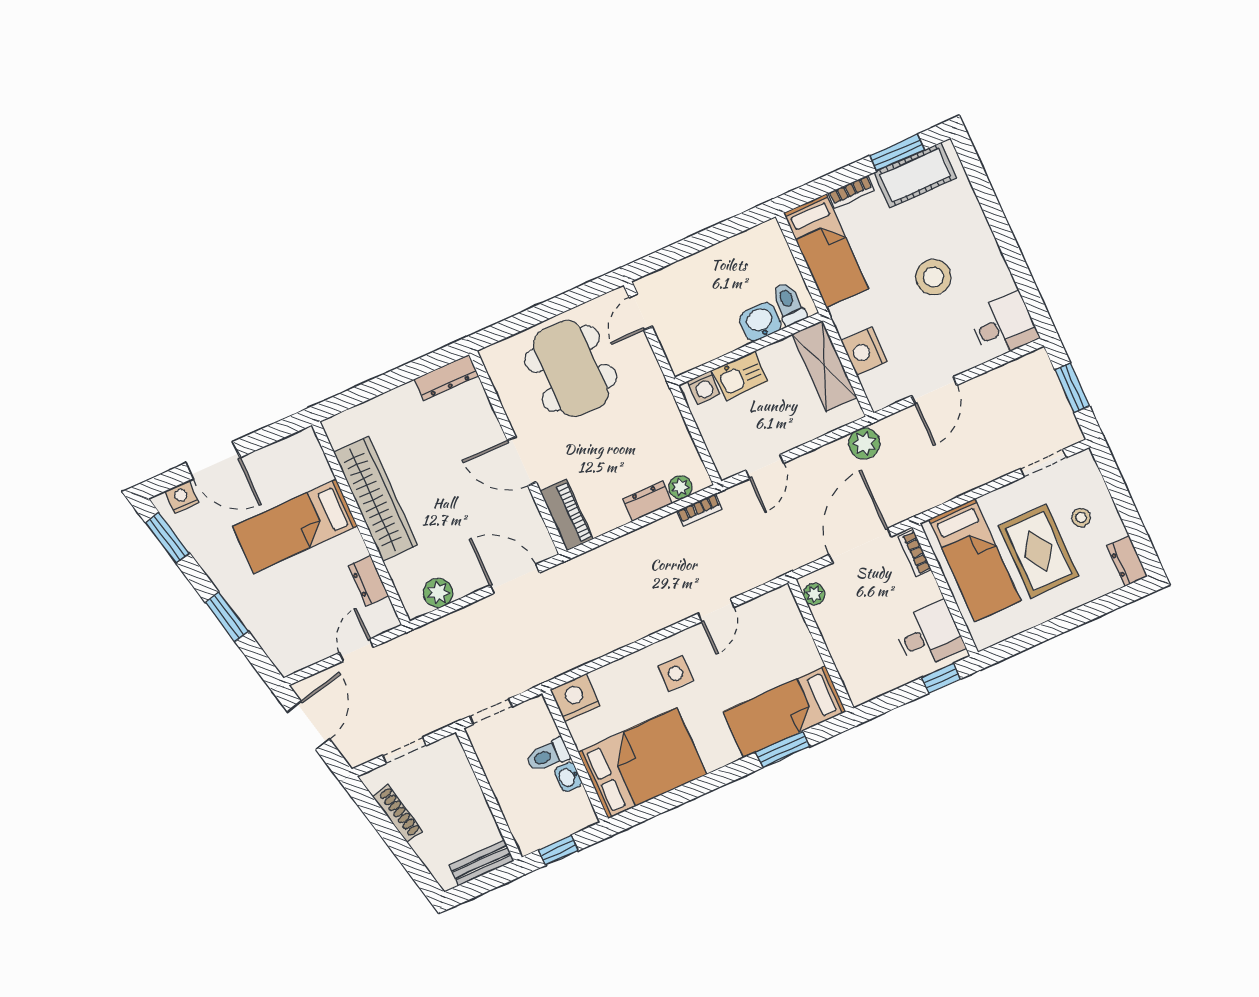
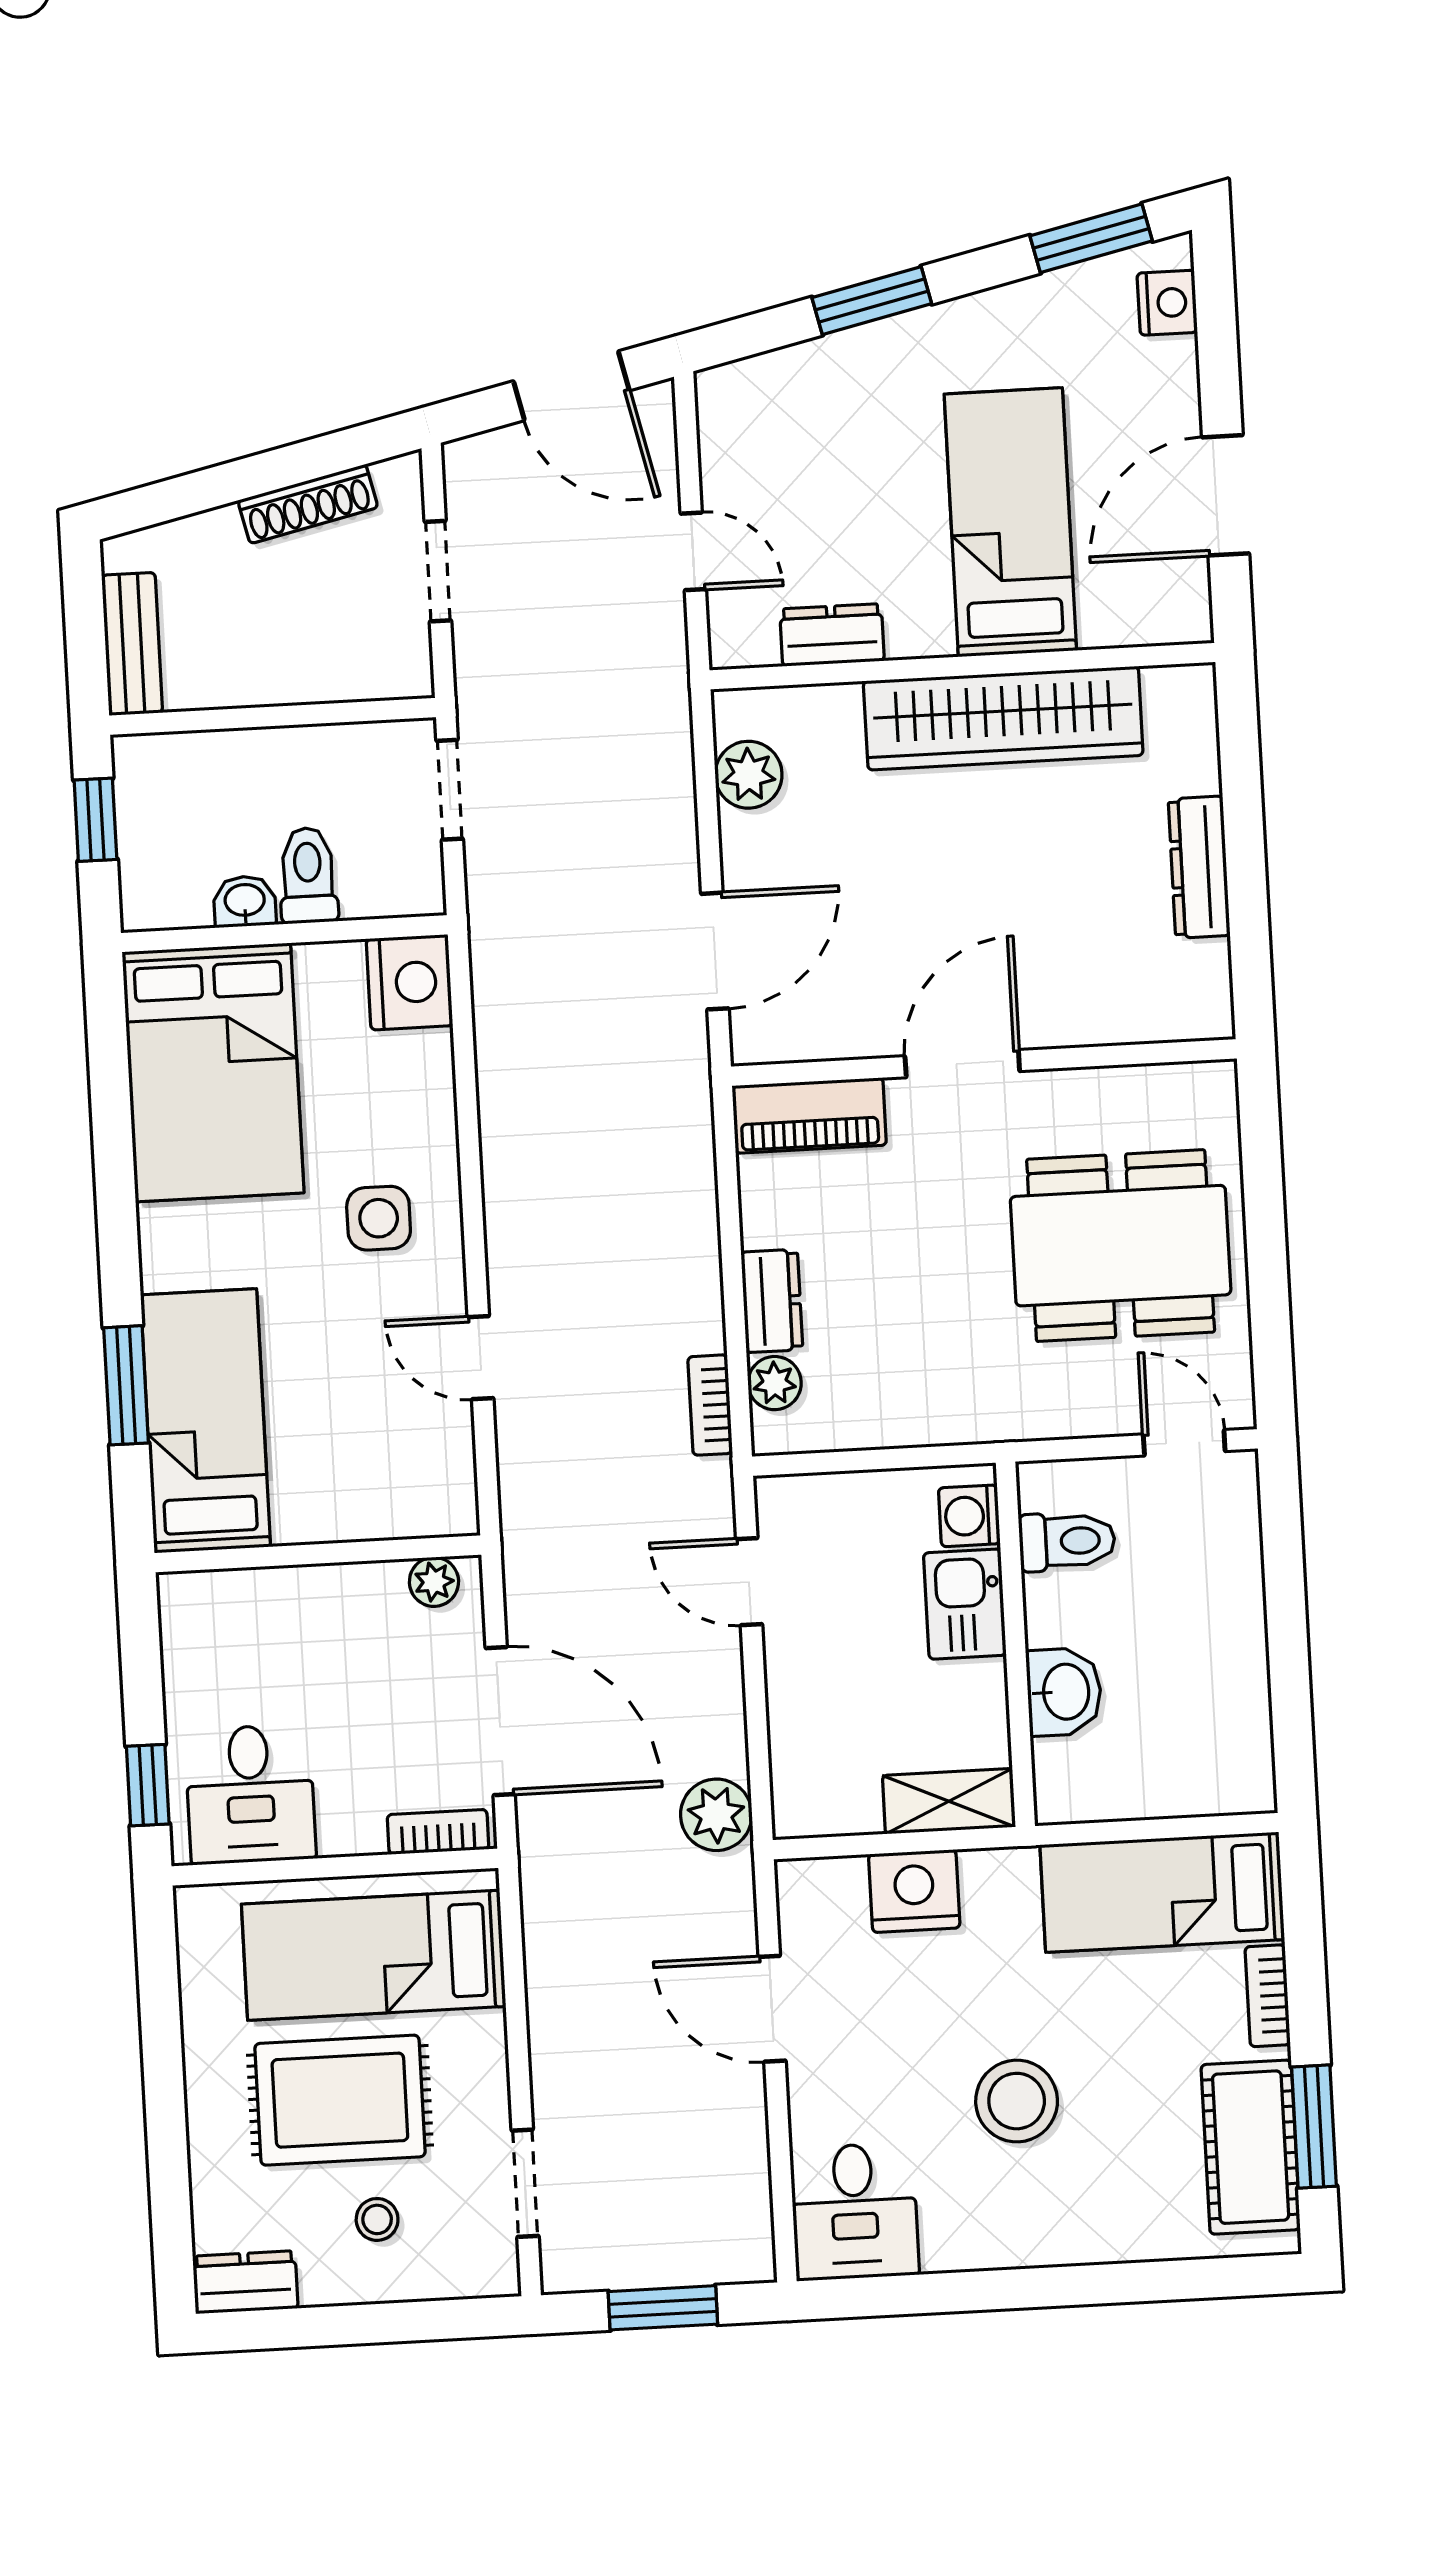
toilet: (789, 304) -> (1067, 1541), moved
shelving: (824, 366) -> (949, 1801), width x0.67, depth x0.75
dresser: (446, 377) -> (1199, 867), moved
door: (213, 460) -> (1226, 495), moved

